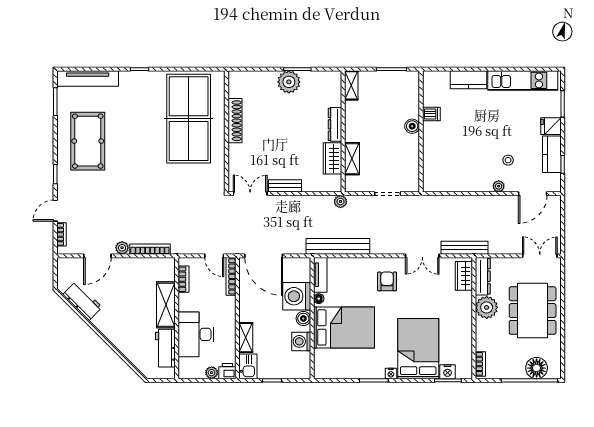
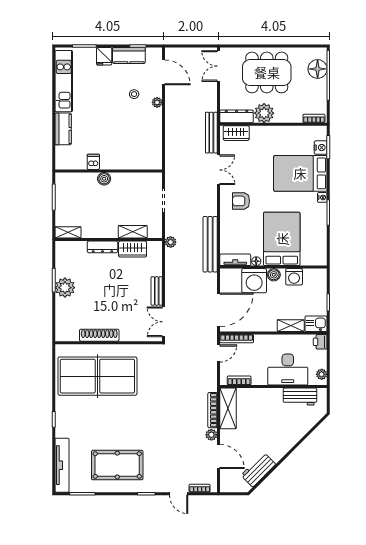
shelving: (166, 305) -> (228, 408), moved, turned 90
plant: (212, 373) -> (322, 374), moved

